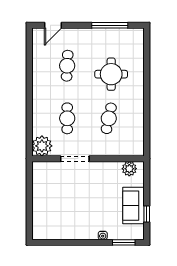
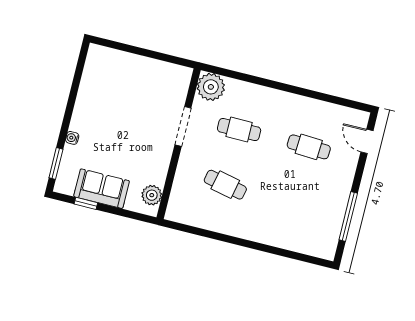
round table: (111, 74) -> (283, 202), removed

